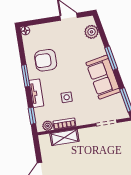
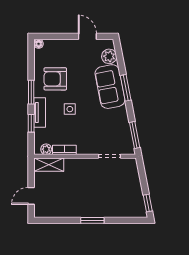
sofa: (103, 77) -> (110, 87), moved
side table: (67, 97) -> (70, 109), moved
window: (32, 116) -> (31, 123), moved
shelving: (64, 137) -> (49, 165), moved

